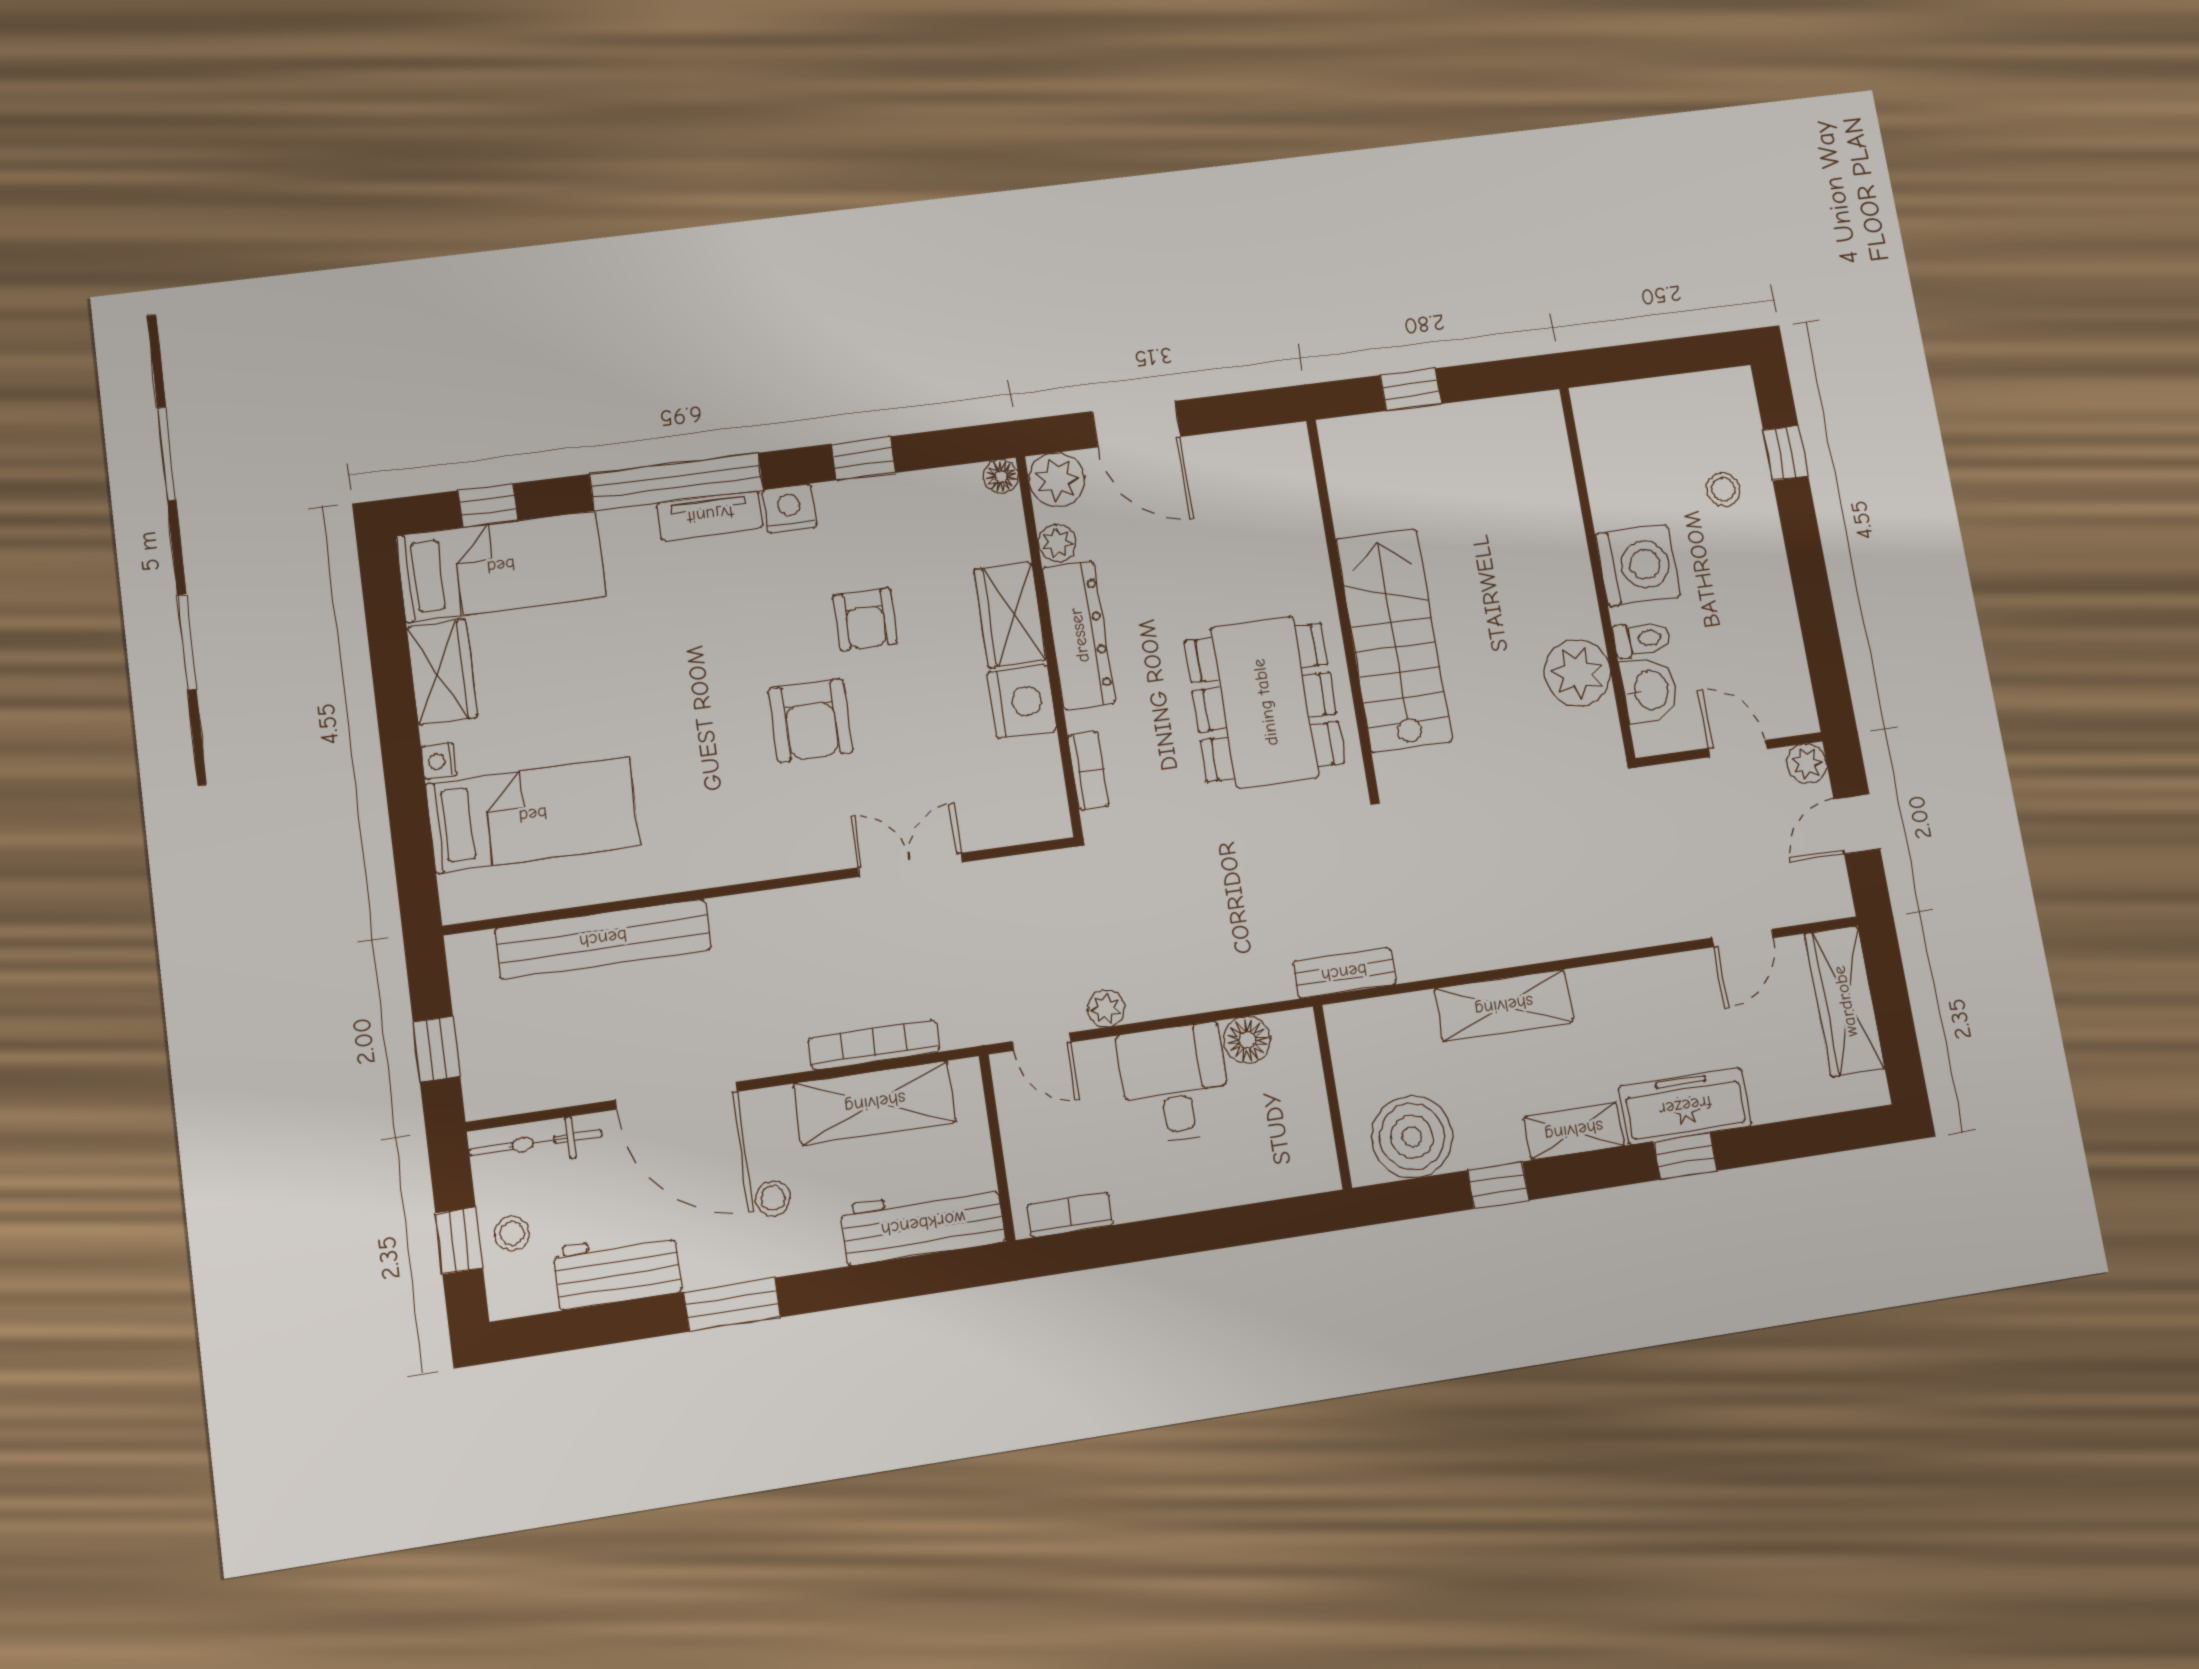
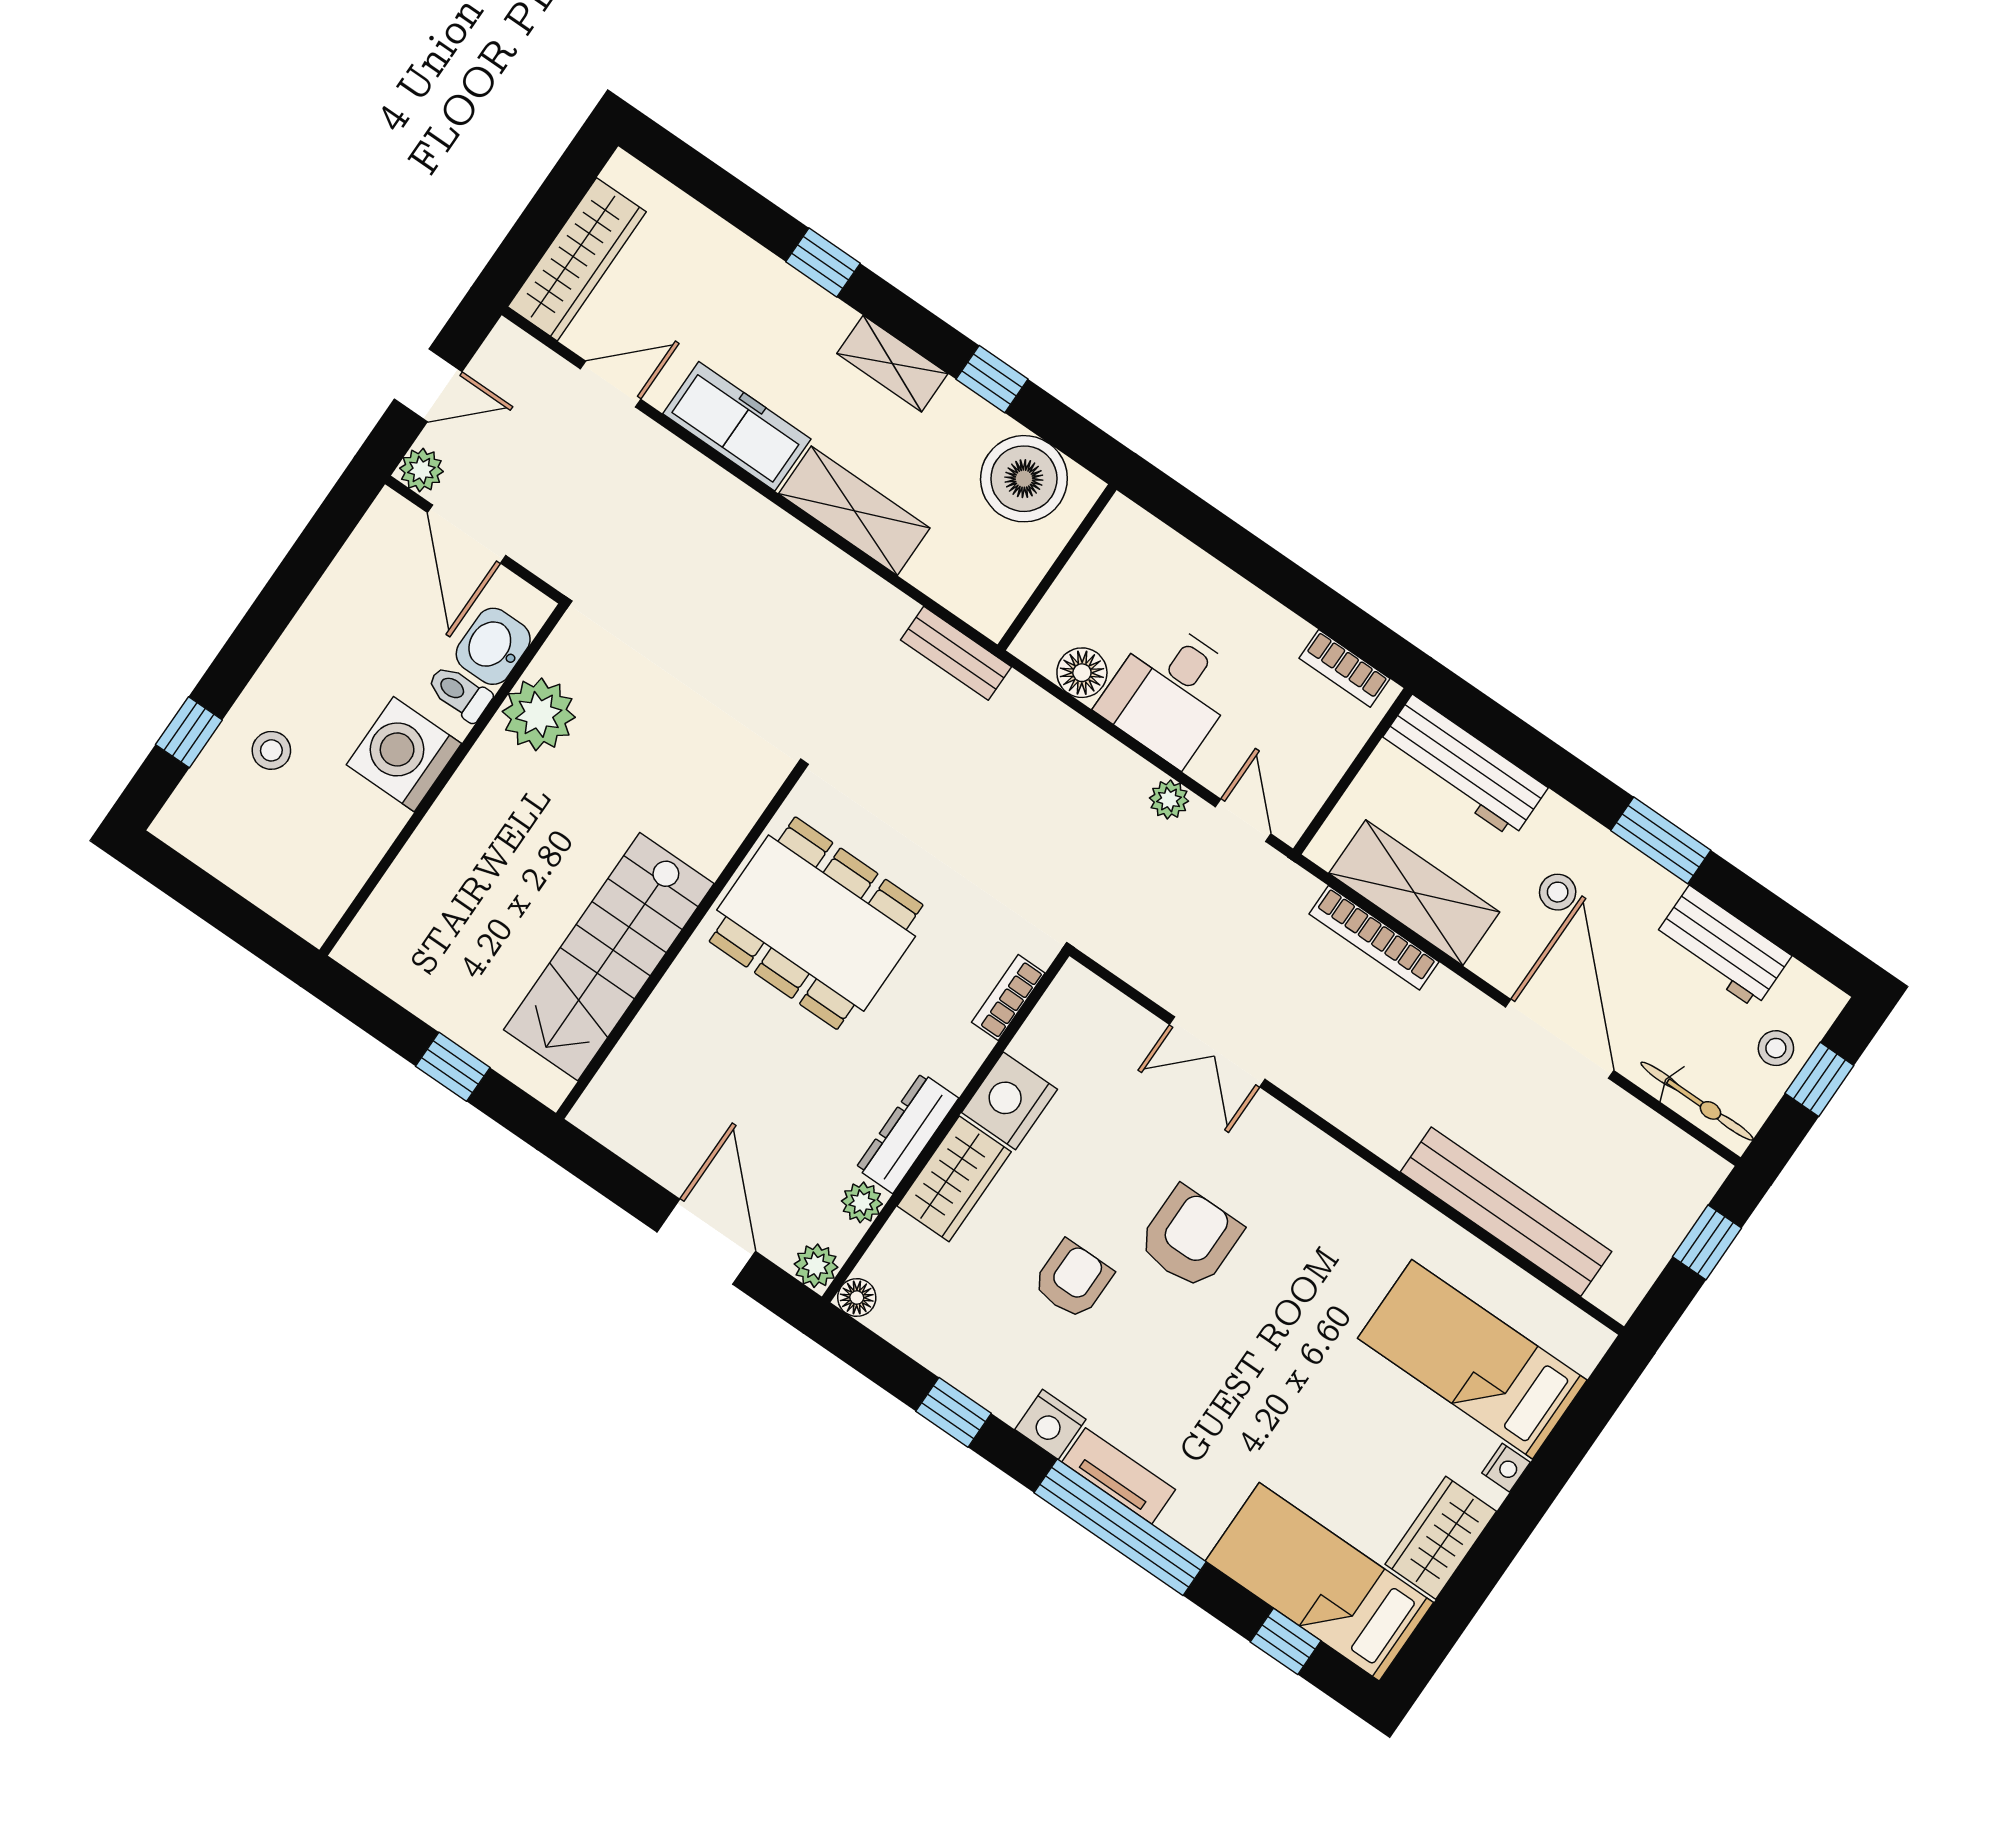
plant: (1057, 480) -> (816, 1266), width x0.73, depth x0.73
dresser: (1079, 635) -> (907, 1133), width x0.73, depth x0.80
stairs: (1394, 640) -> (609, 957), moved
dining table: (1265, 702) -> (816, 923), turned 90
door: (1738, 749) -> (467, 534), width x1.38
freezer: (1685, 1106) -> (737, 426), moved, turned 180

